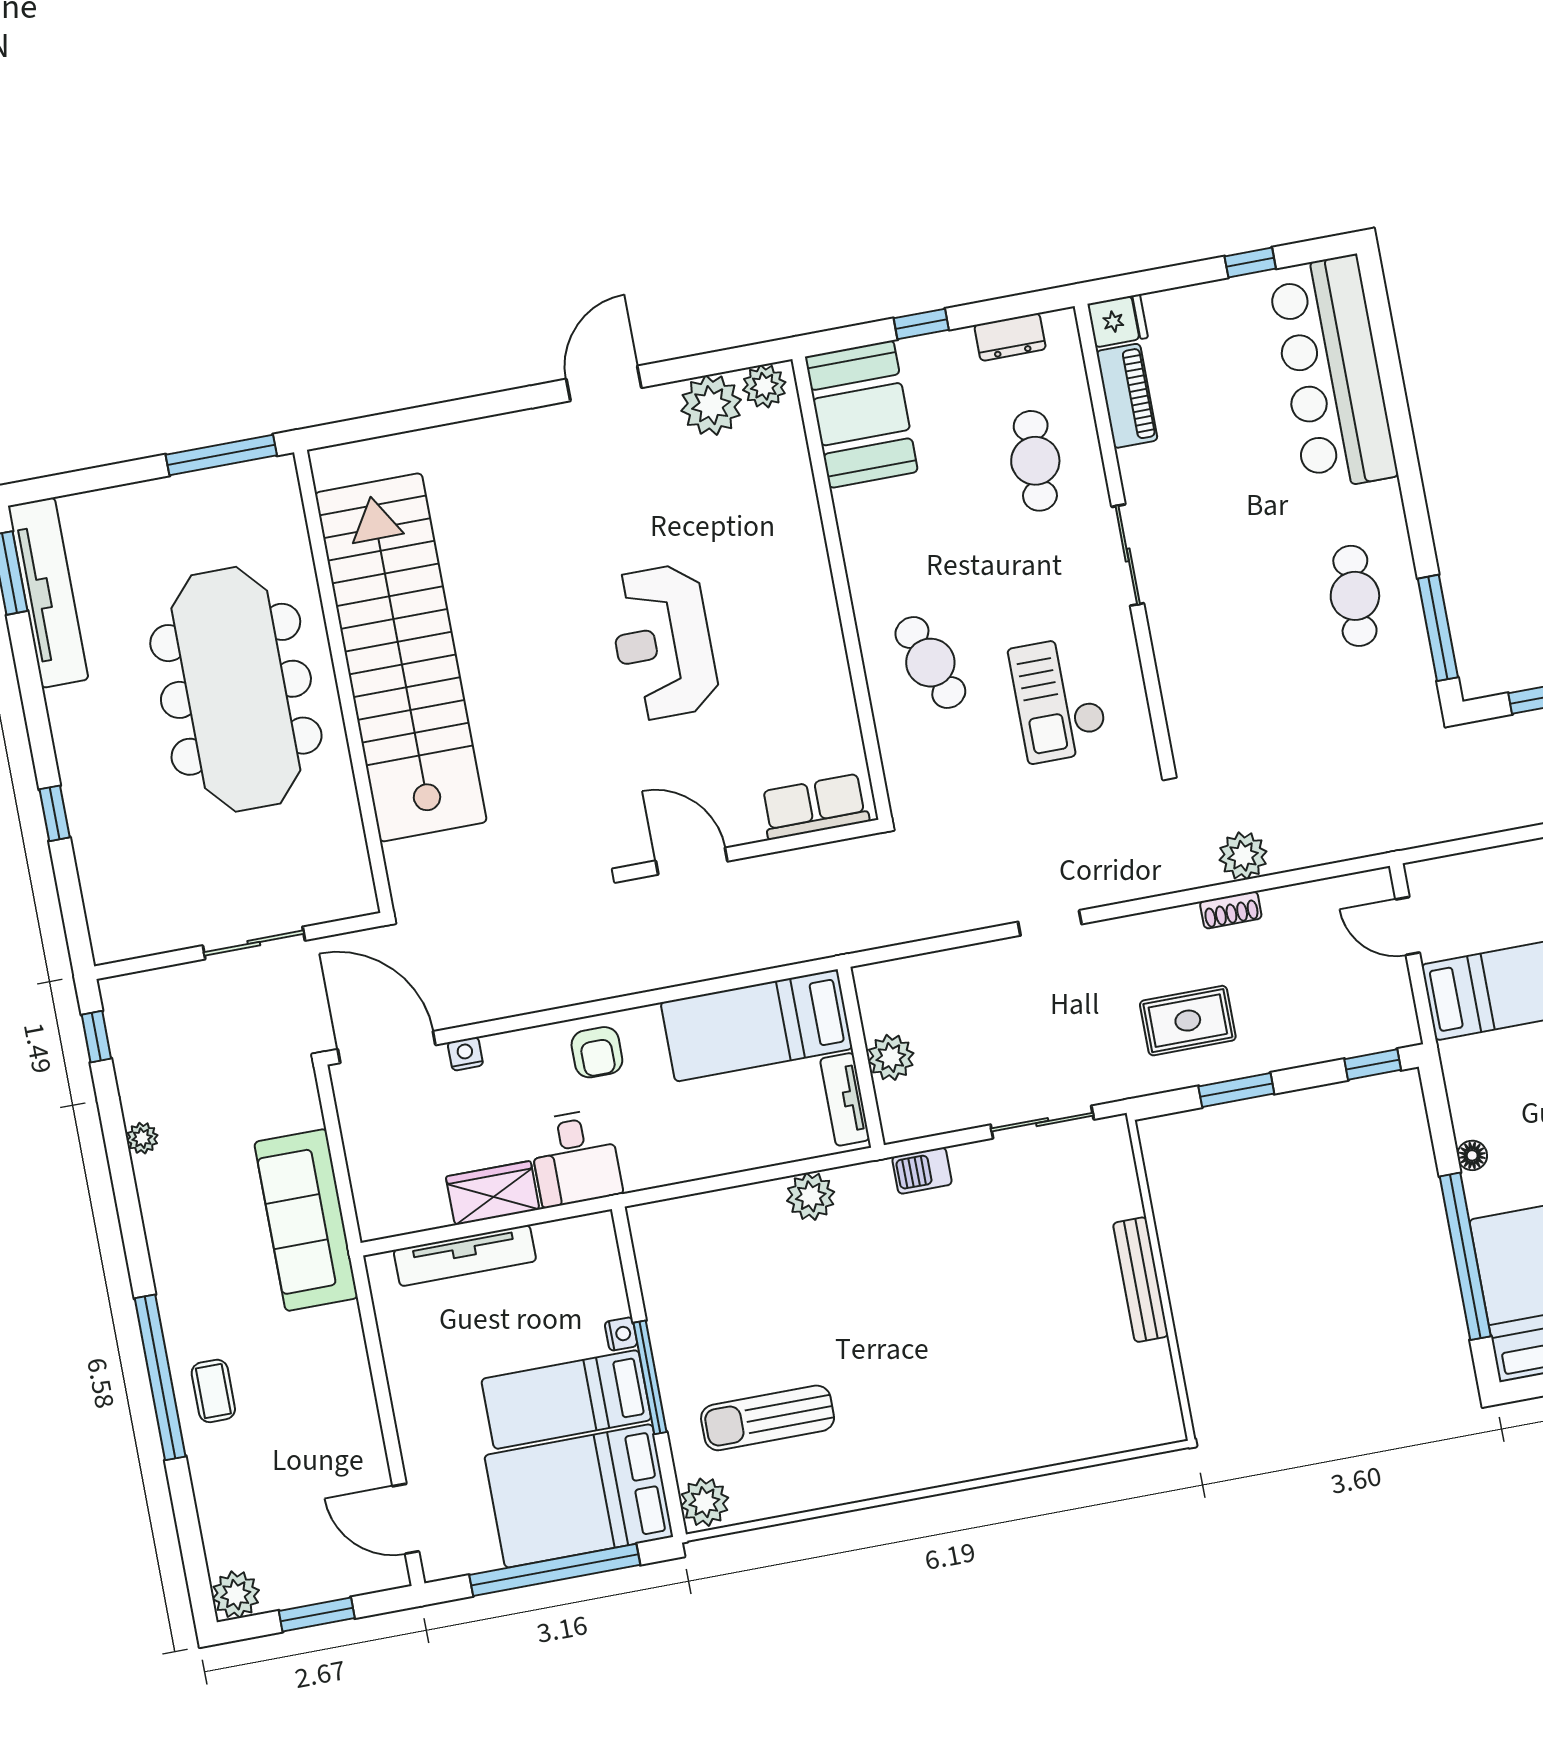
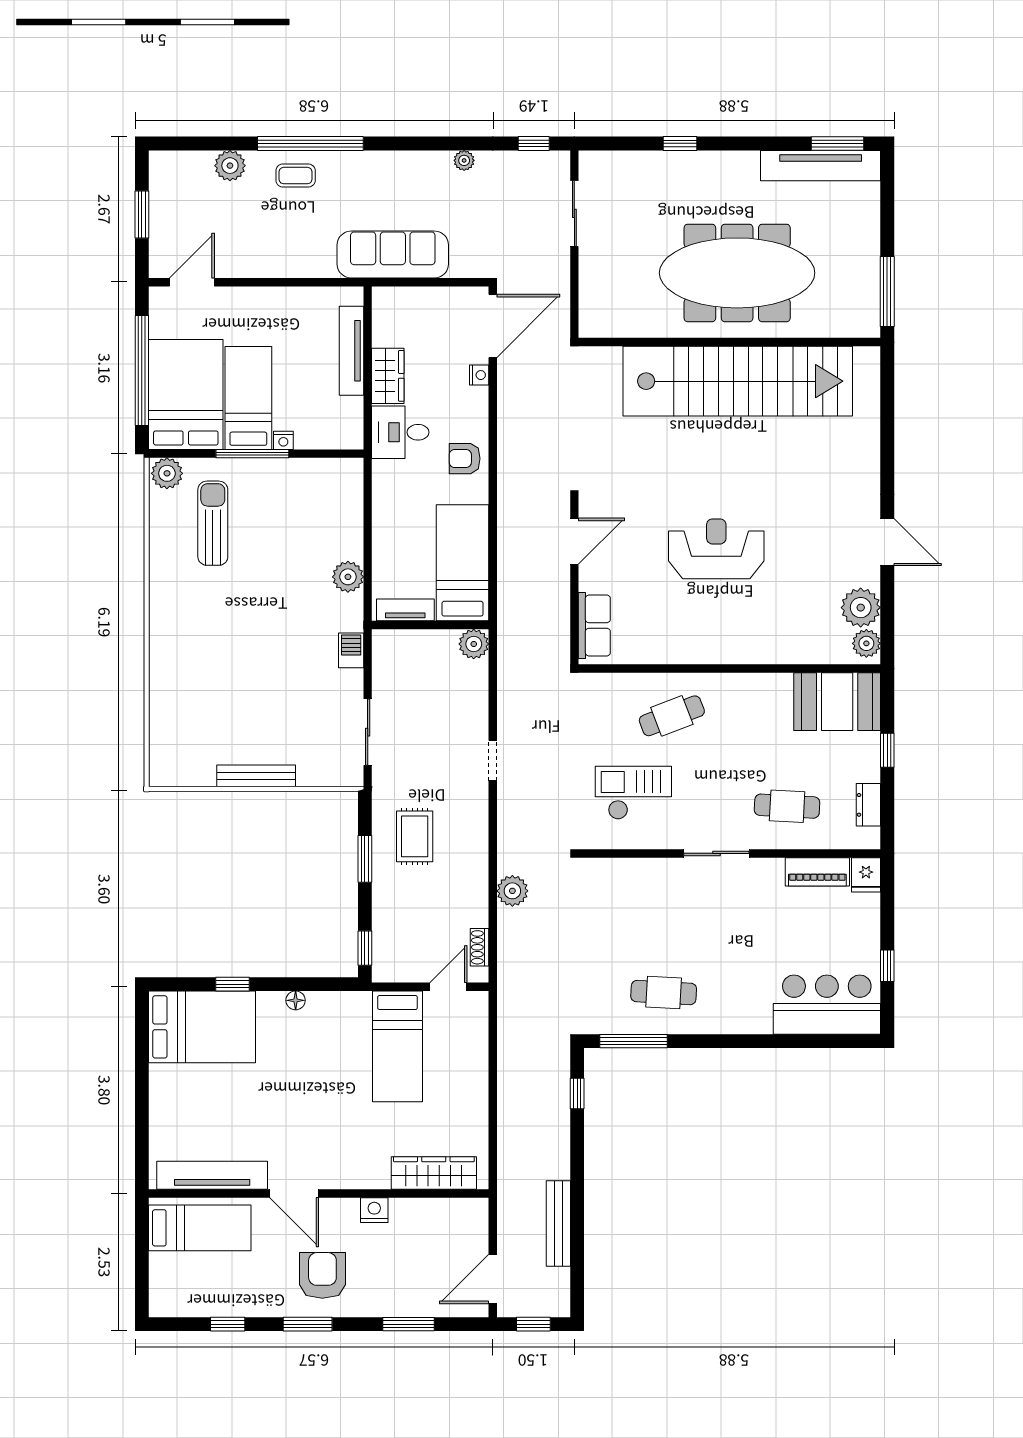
bar counter: (1332, 373) -> (827, 1005), width x0.73
shoe rack: (1231, 910) -> (480, 947), moved
sliding door: (254, 943) -> (574, 213), moved
plant: (891, 1057) -> (474, 644), moved
window: (1465, 1256) -> (232, 984), width x0.32
plant: (236, 1595) -> (230, 166), moved

